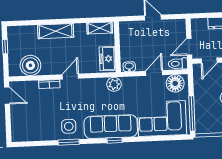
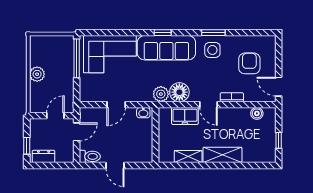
shelving: (100, 28) -> (188, 157), moved
freezer: (107, 59) -> (185, 116), moved, turned 90
toilet: (178, 64) -> (90, 156), moved
boiler: (30, 65) -> (257, 113), width x0.54, depth x0.54
door: (70, 76) -> (208, 105), hinge flipped
floor lamp: (175, 83) -> (179, 92), moved
armchair: (35, 116) -> (249, 63), added

